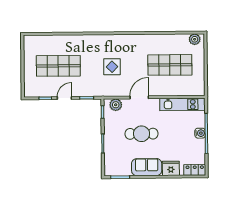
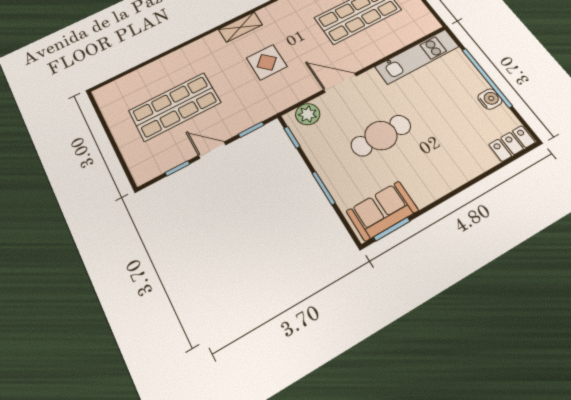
shelving: (110, 39) -> (240, 27), added
door: (139, 97) -> (340, 83), hinge flipped
door: (64, 98) -> (212, 150), hinge flipped
water cooler: (200, 133) -> (490, 99), moved
sofa: (147, 167) -> (382, 211), moved
fridge: (171, 168) -> (470, 164), removed

